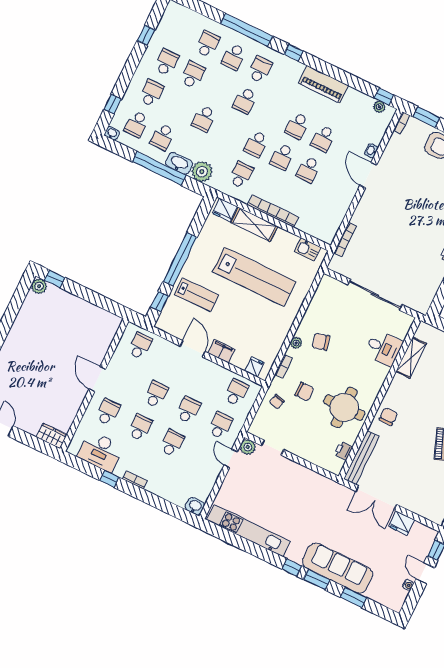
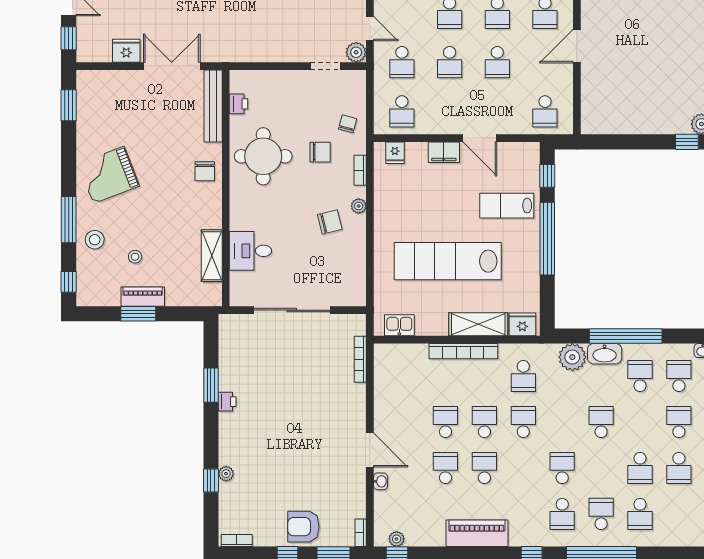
school desk: (151, 93) -> (679, 422), turned 180
door: (97, 379) -> (577, 46), swing flipped
chair: (304, 392) -> (320, 152), turned 180

